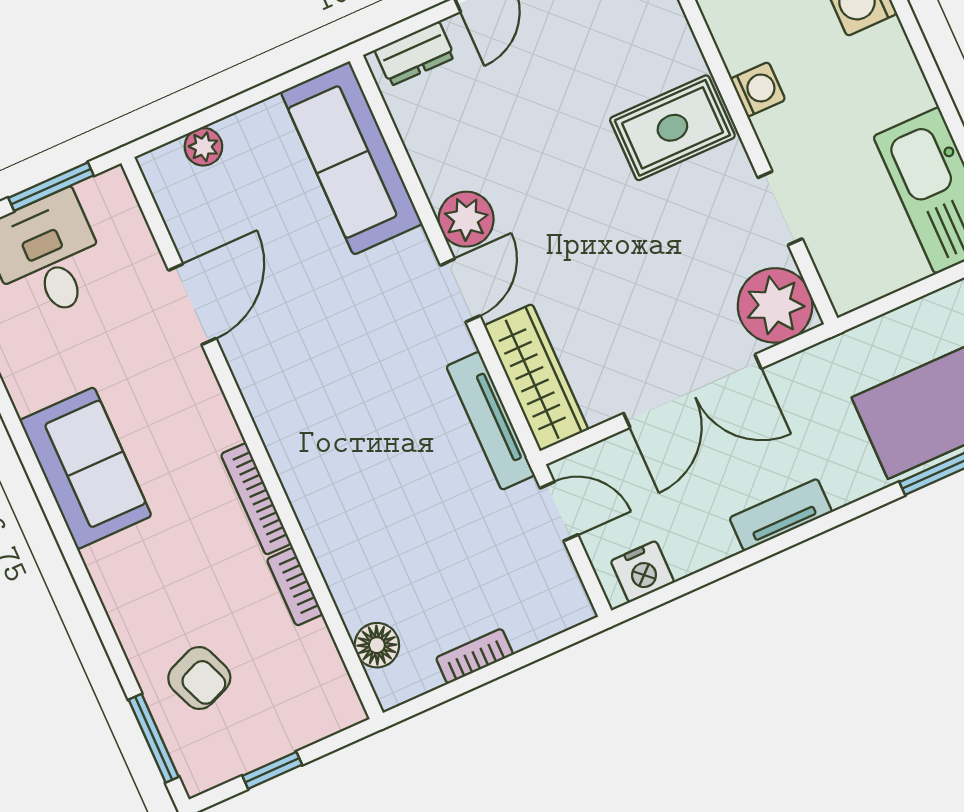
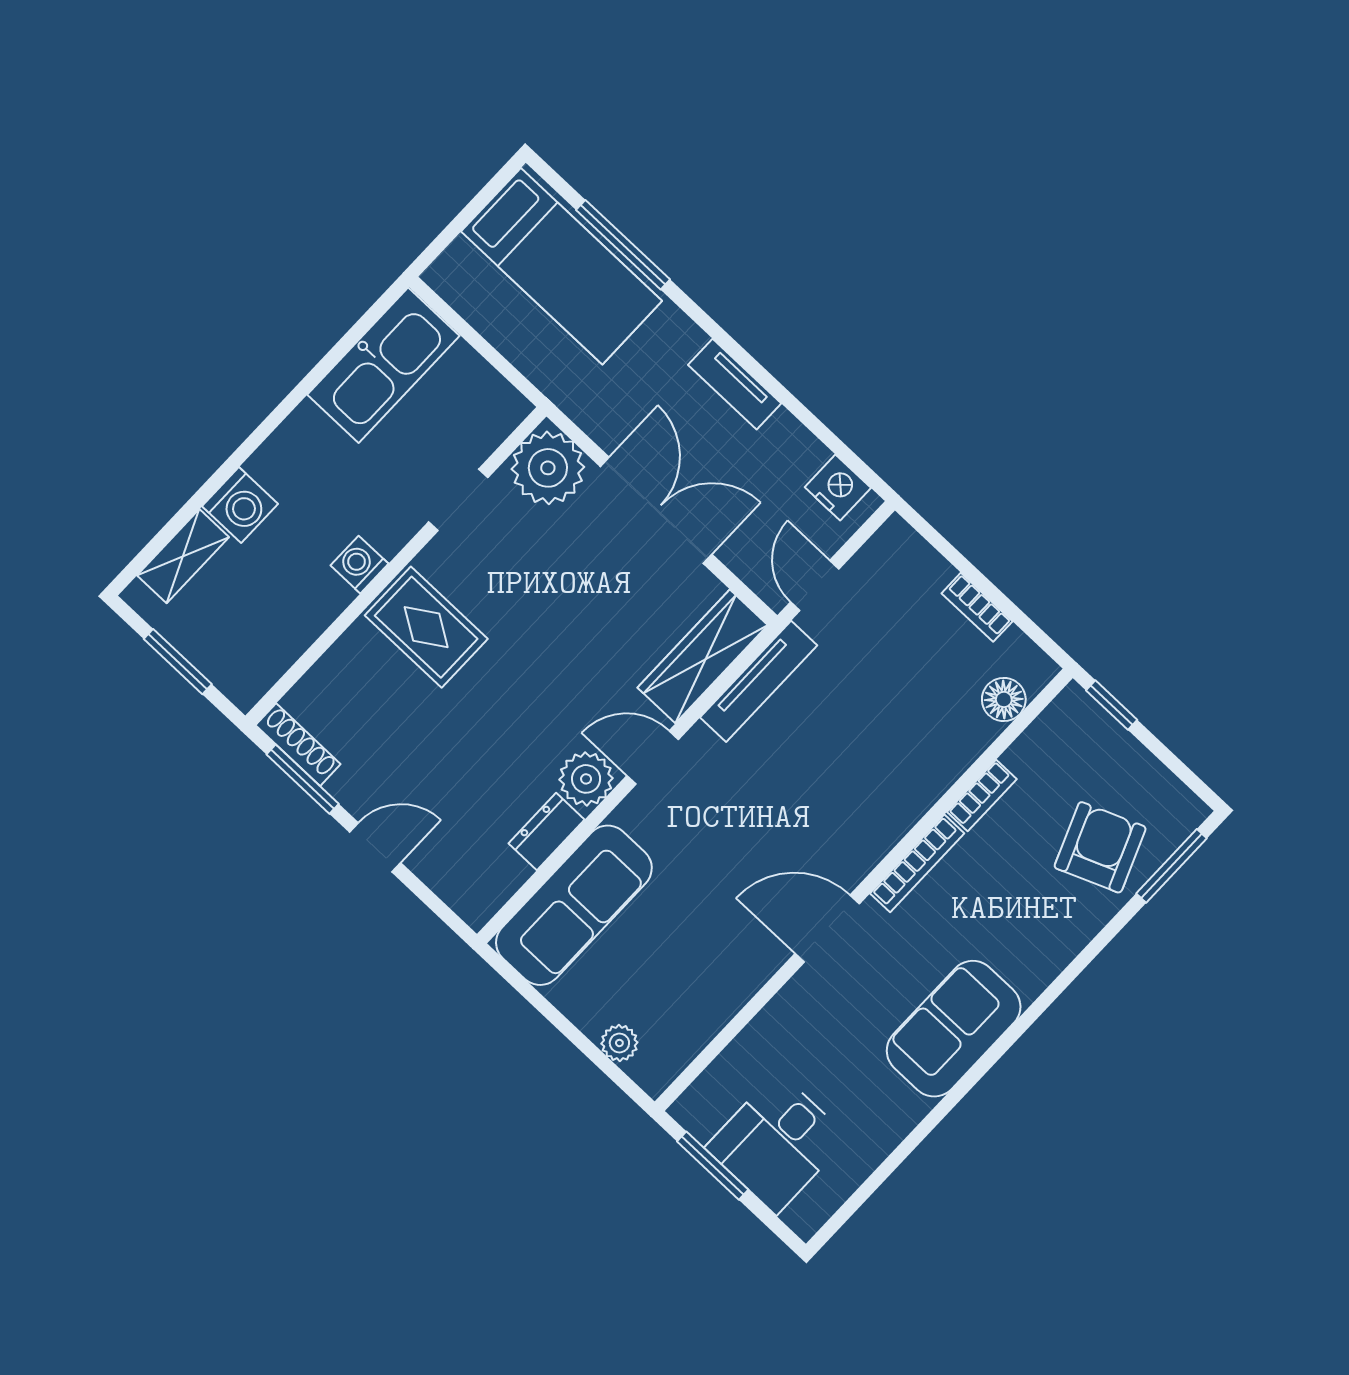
dresser: (415, 54) -> (546, 832), moved, turned -90
door: (192, 304) -> (827, 929), moved
armchair: (199, 678) -> (1100, 847), width x1.38, depth x1.38
window: (272, 770) -> (1112, 705), moved

